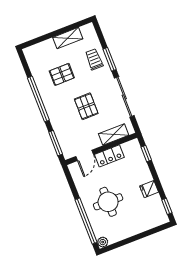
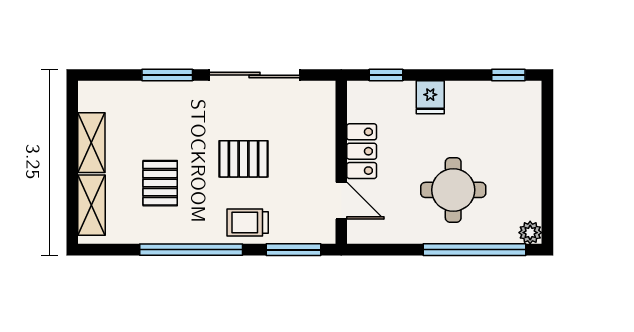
trolley: (94, 59) -> (248, 223), moved
shelving: (114, 134) -> (92, 205), moved
fridge: (149, 189) -> (430, 97), moved

